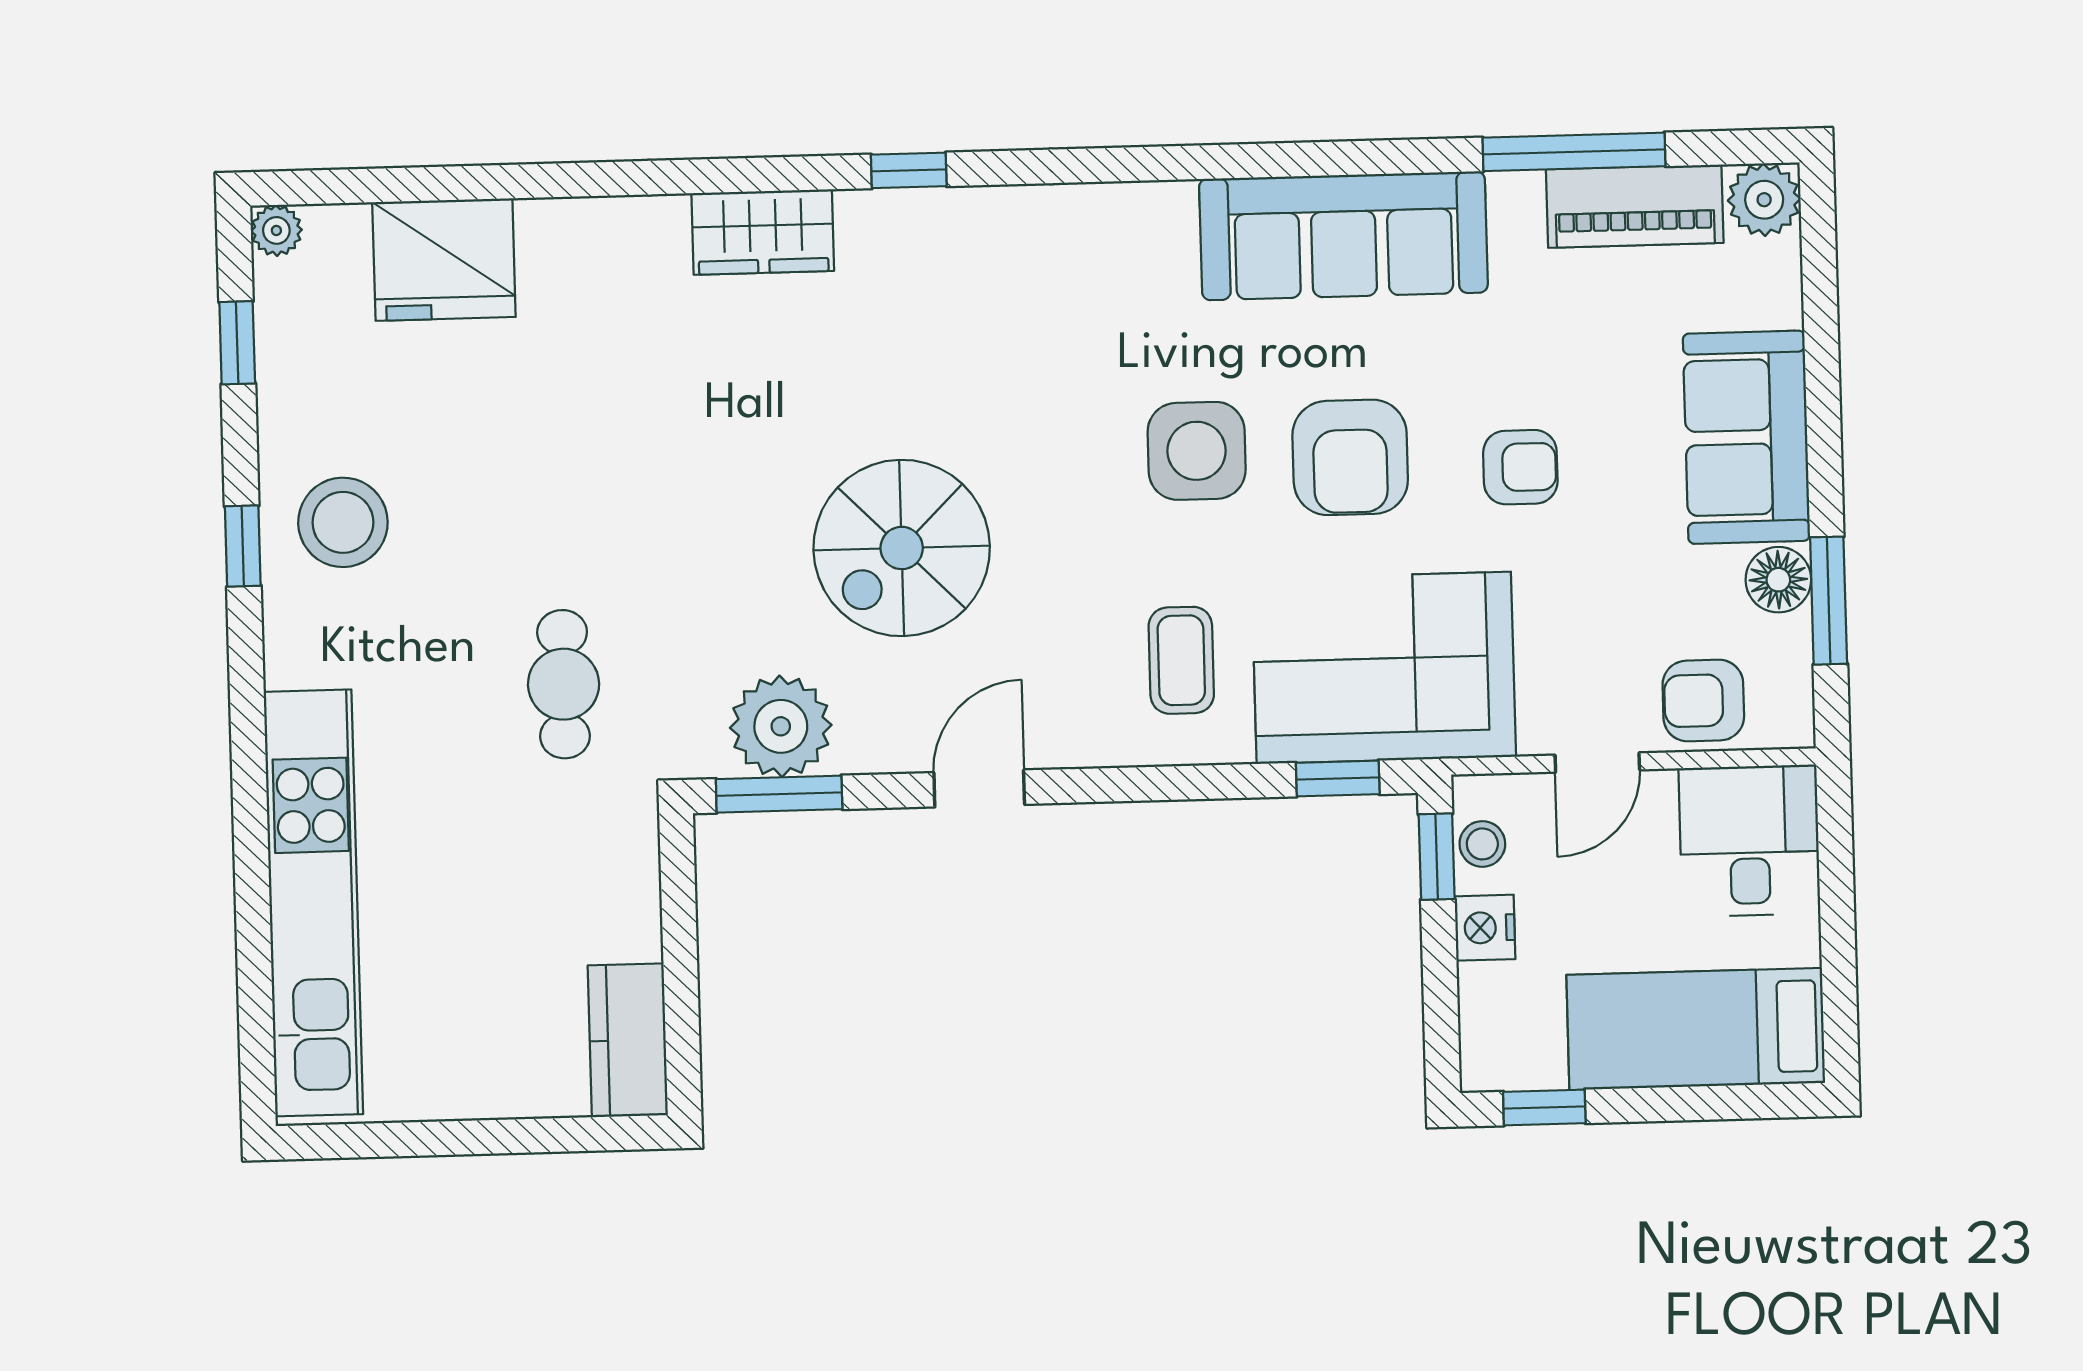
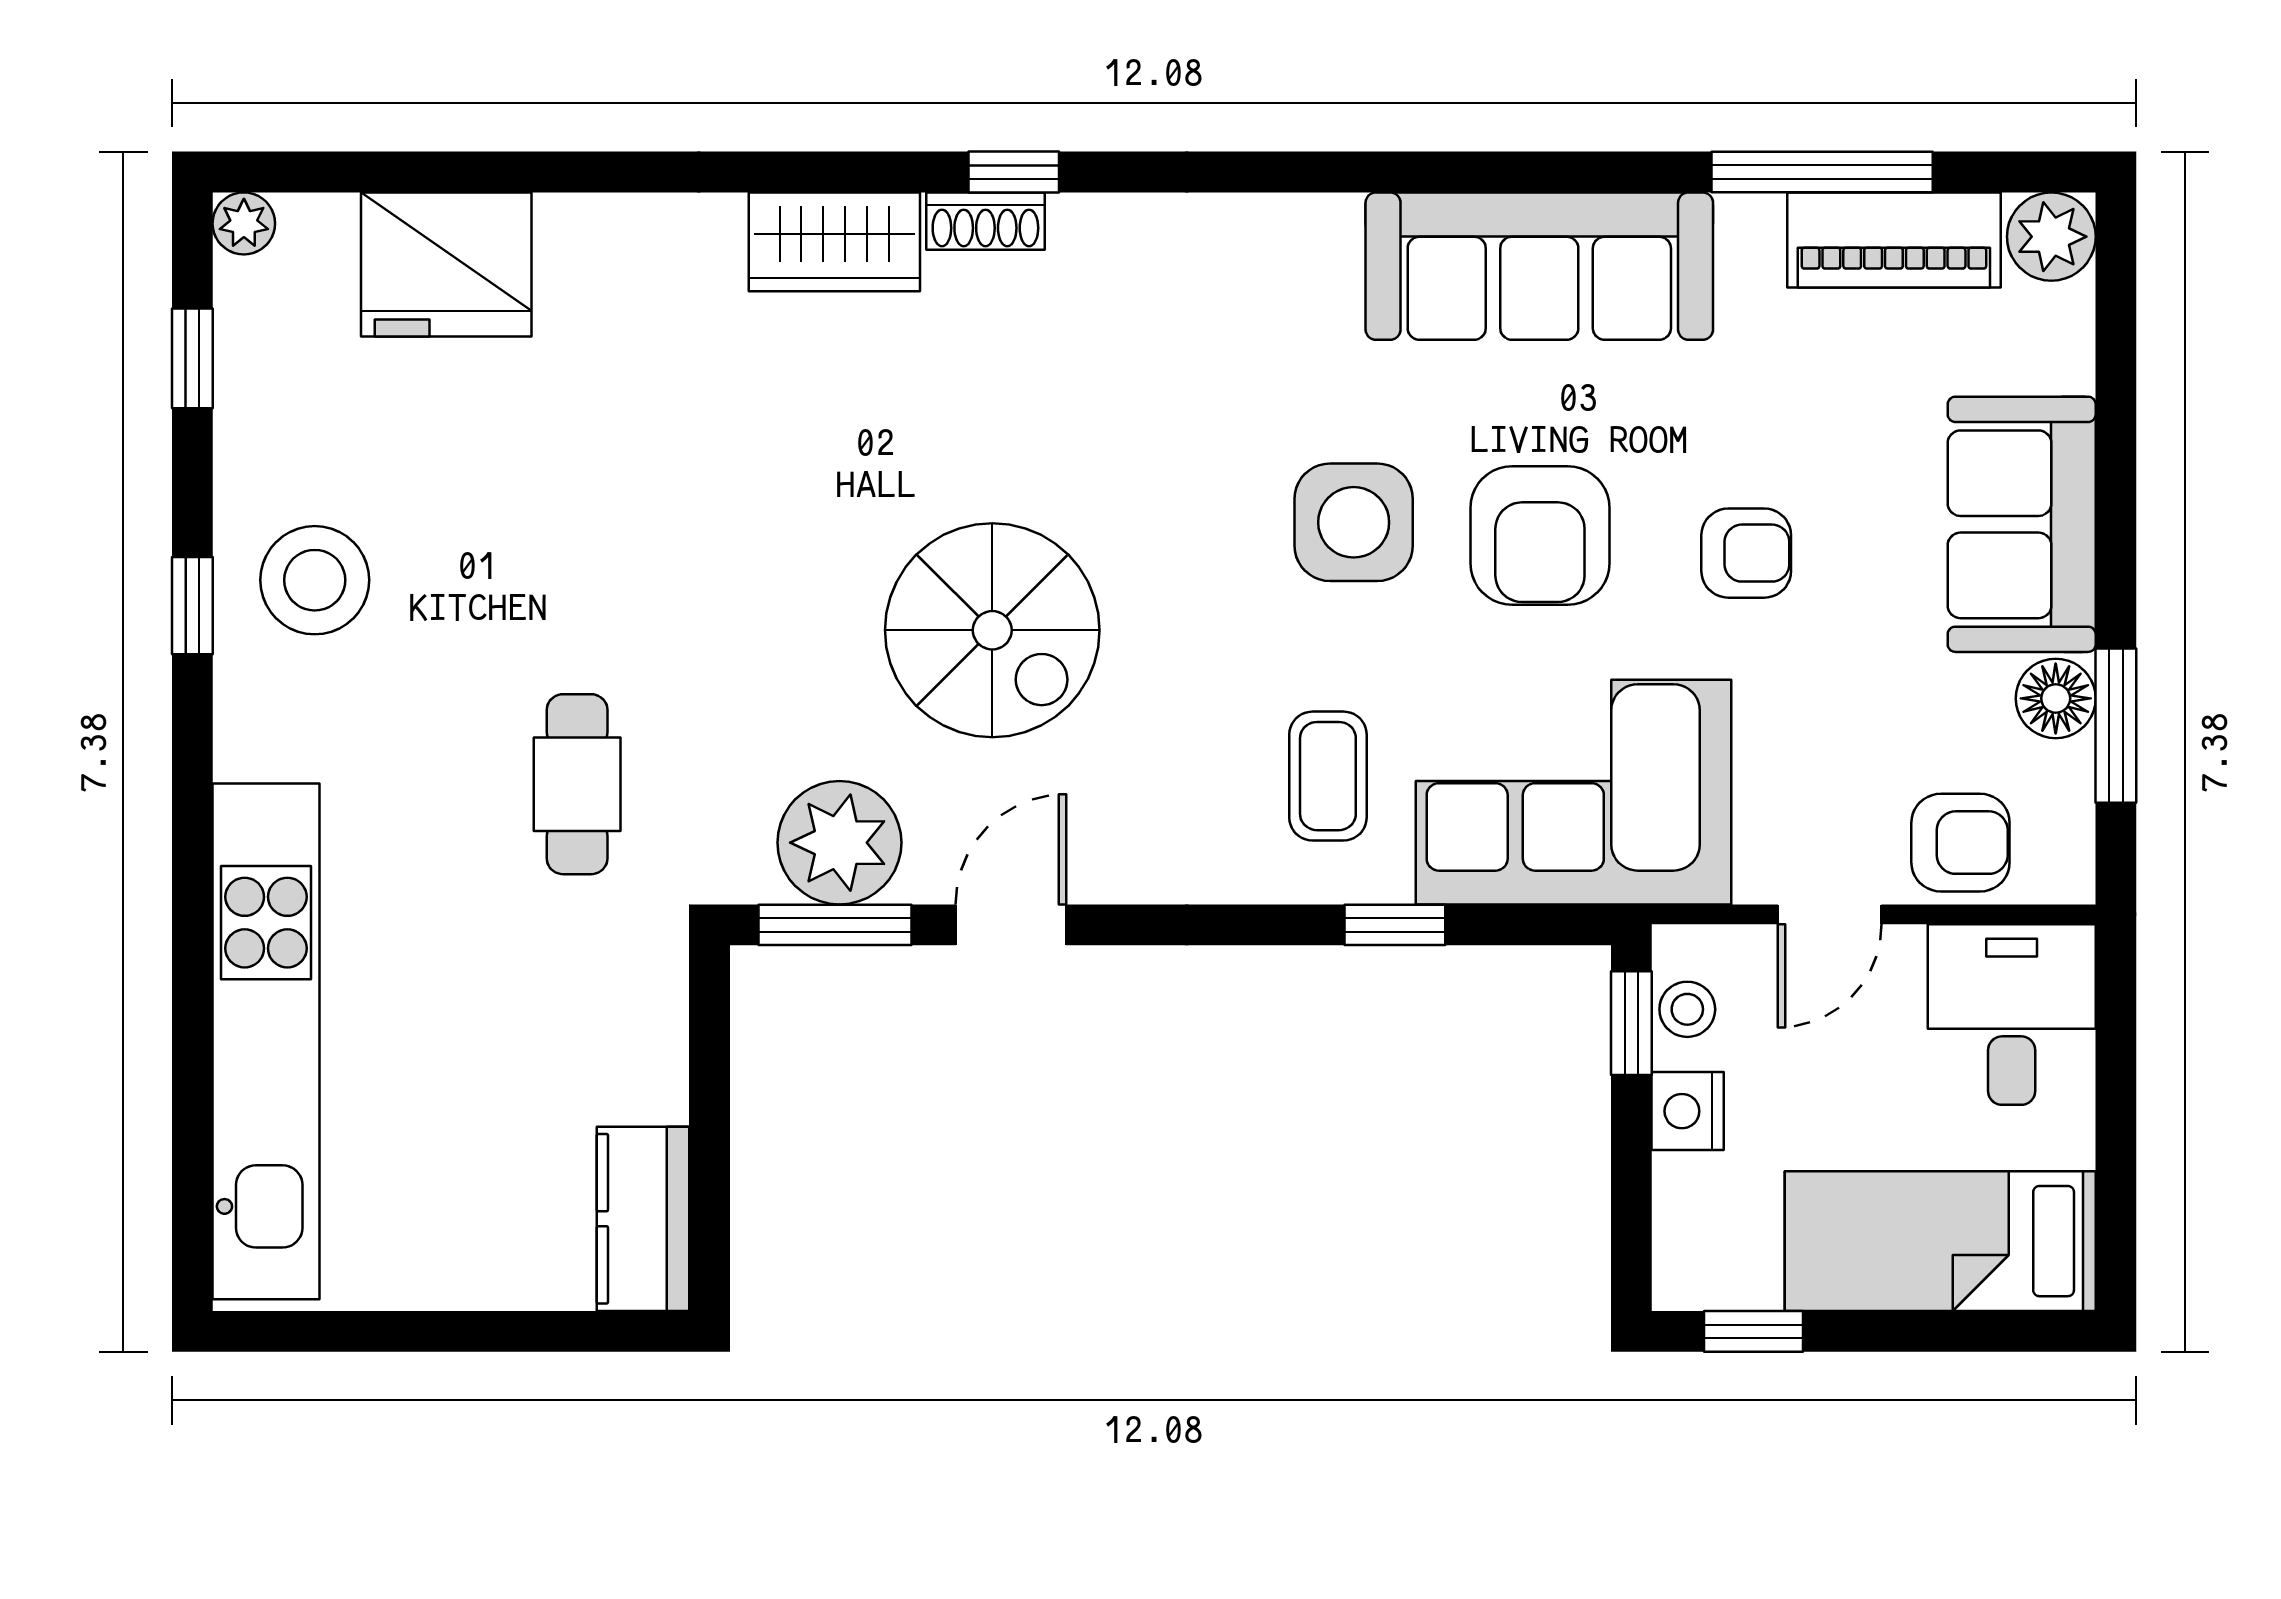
shoe rack: (887, 211) -> (985, 221), added
spiral stairs: (902, 548) -> (992, 630), turned -90
armchair: (1703, 701) -> (1960, 843), turned 180
window: (1338, 778) -> (1395, 925), moved
door: (979, 788) -> (1011, 925), moved

